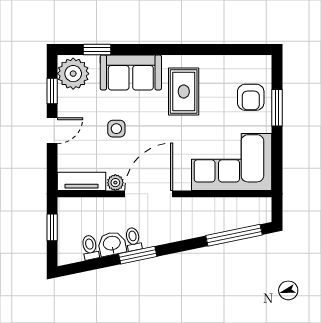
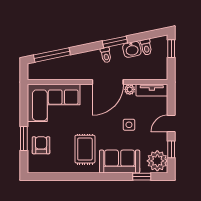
window: (52, 227) -> (171, 49), moved
toilet: (133, 239) -> (106, 55), moved

